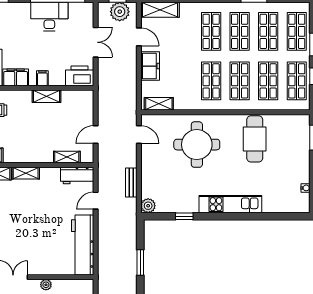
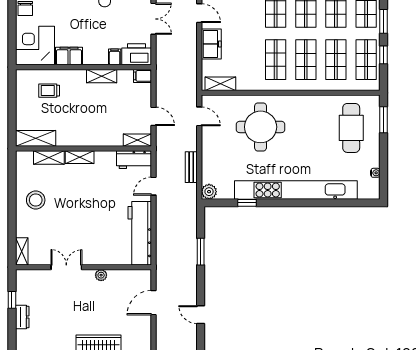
filing cabinet: (42, 78) -> (115, 57), moved
filing cabinet: (85, 96) -> (142, 76), added
door: (96, 134) -> (153, 116), swing flipped
cafe table: (255, 139) -> (351, 128), moved
shelving: (67, 157) -> (137, 140), moved
kitchen unit: (230, 204) -> (296, 190), width x1.86

